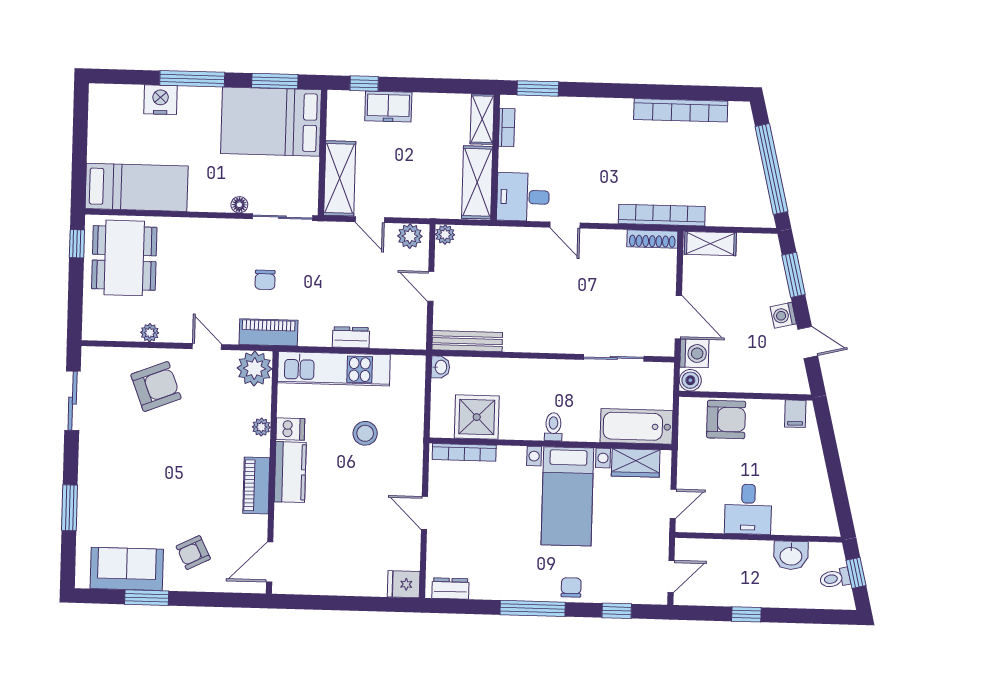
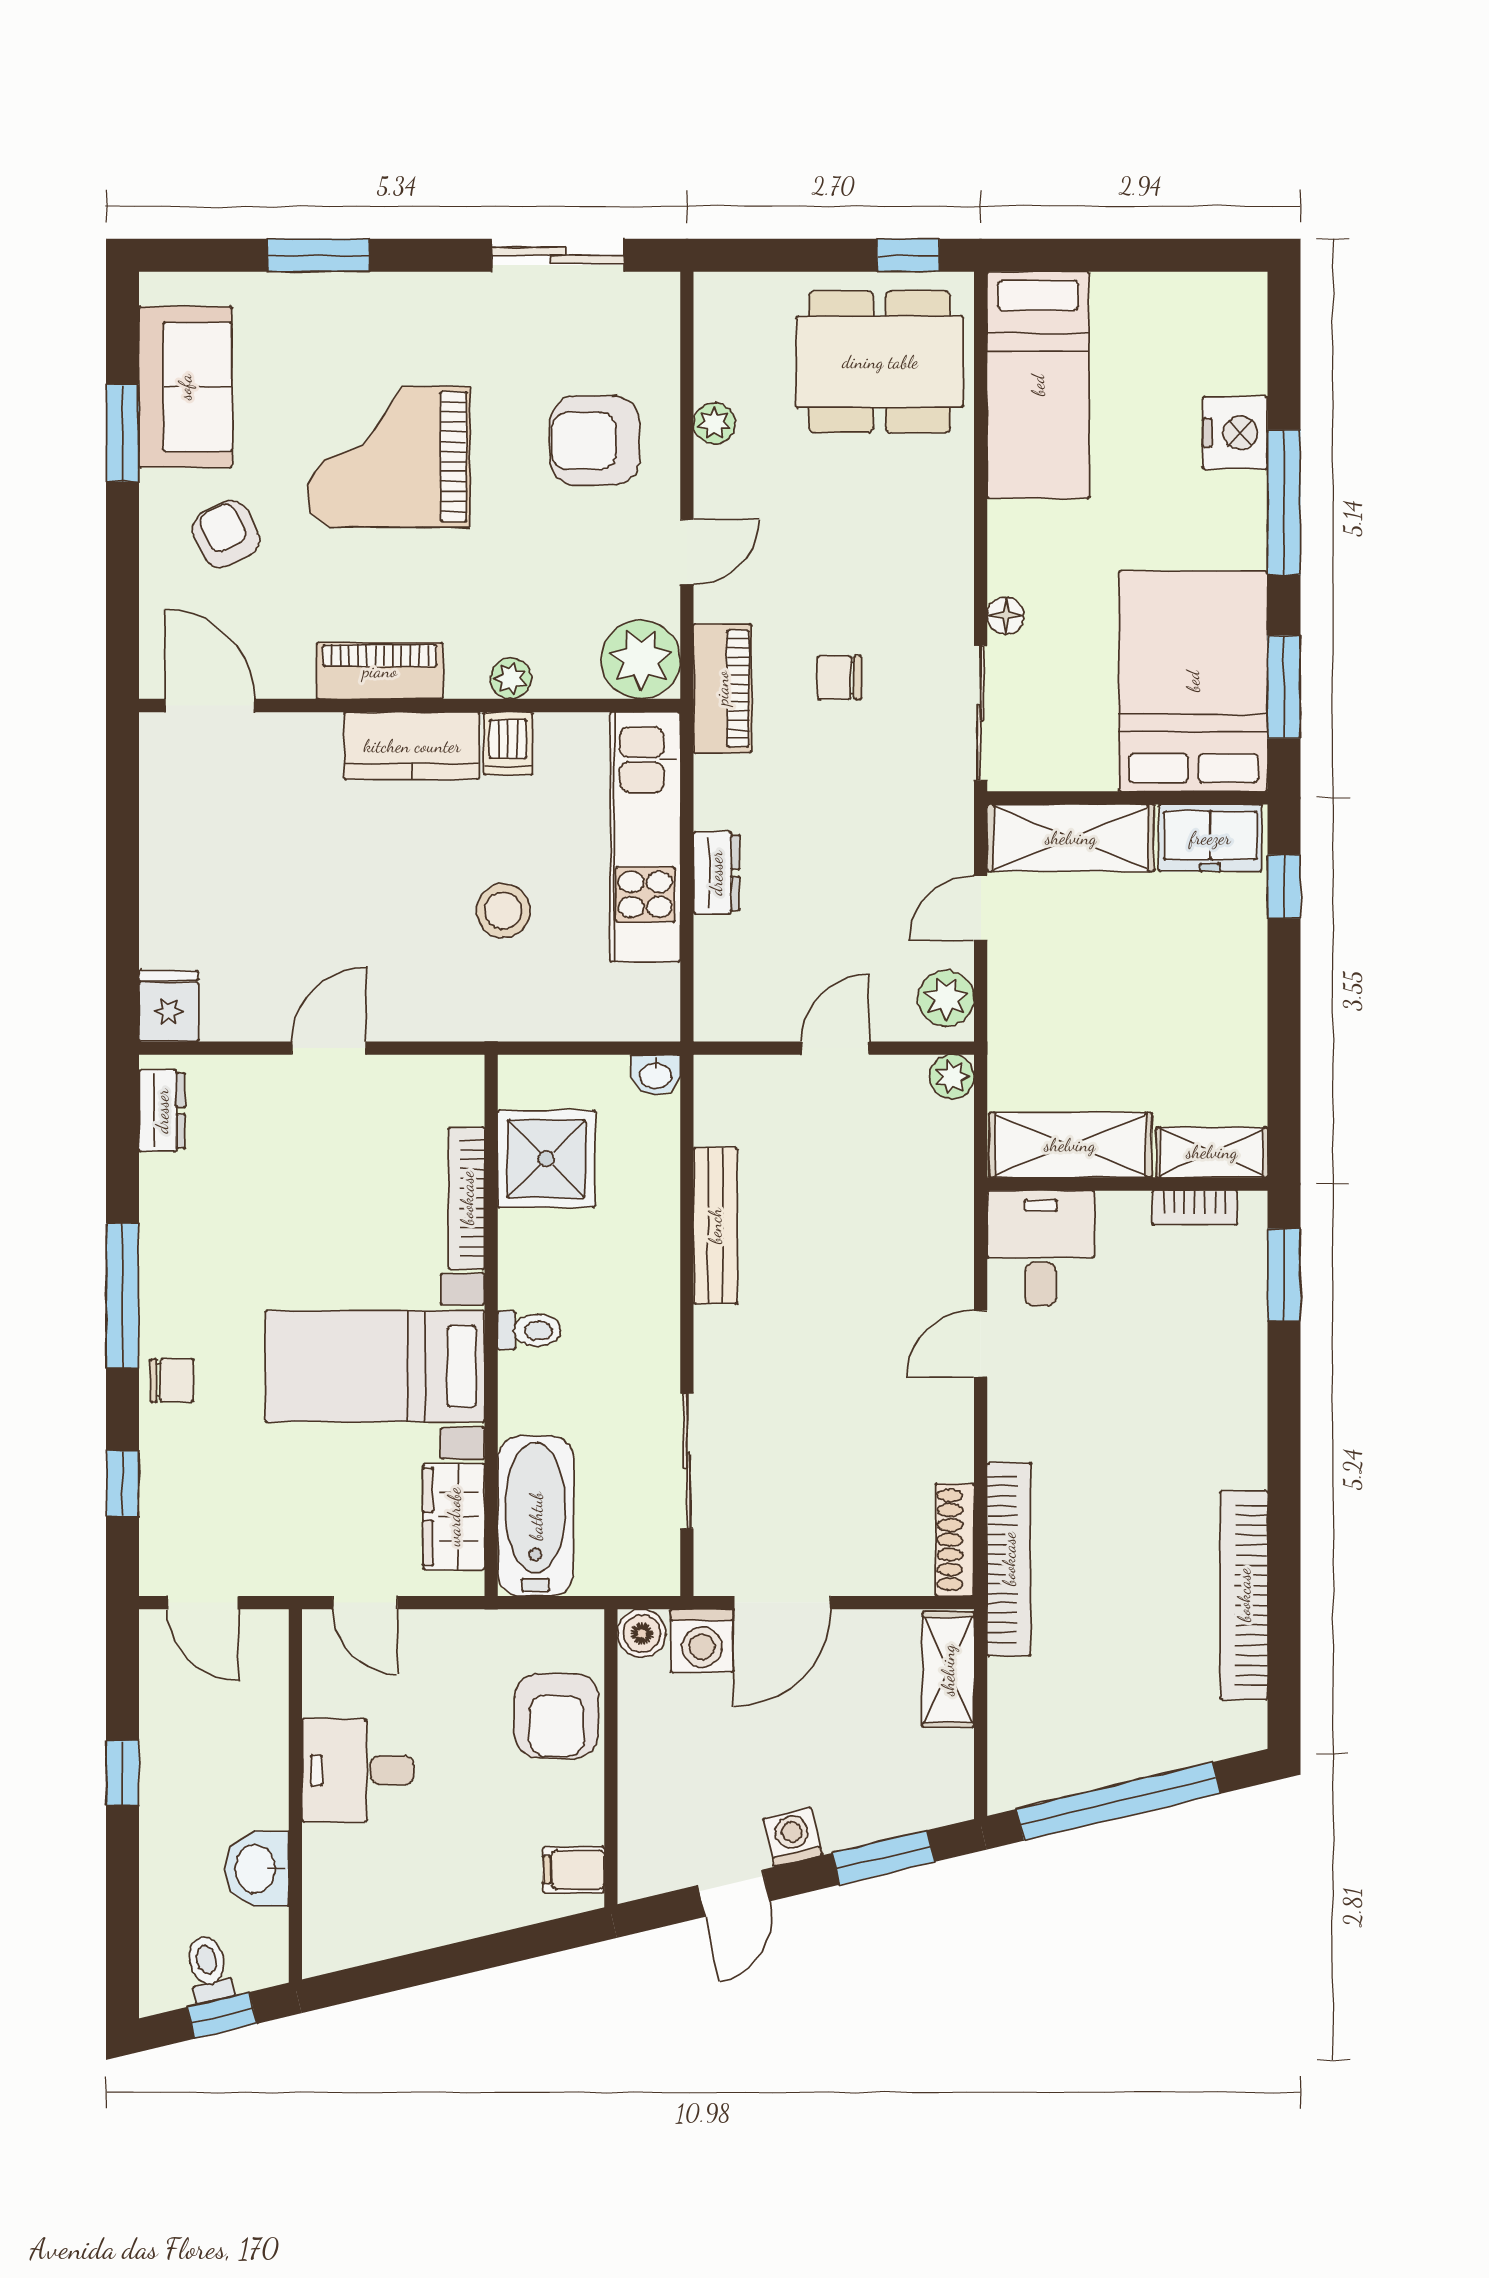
freezer: (388, 107) -> (1210, 838), moved, turned -90
bench: (467, 341) -> (715, 1226), moved
armchair: (156, 386) -> (595, 441), turned 111
bookcase: (464, 452) -> (467, 1198), moved
grand piano: (161, 479) -> (389, 457), added

